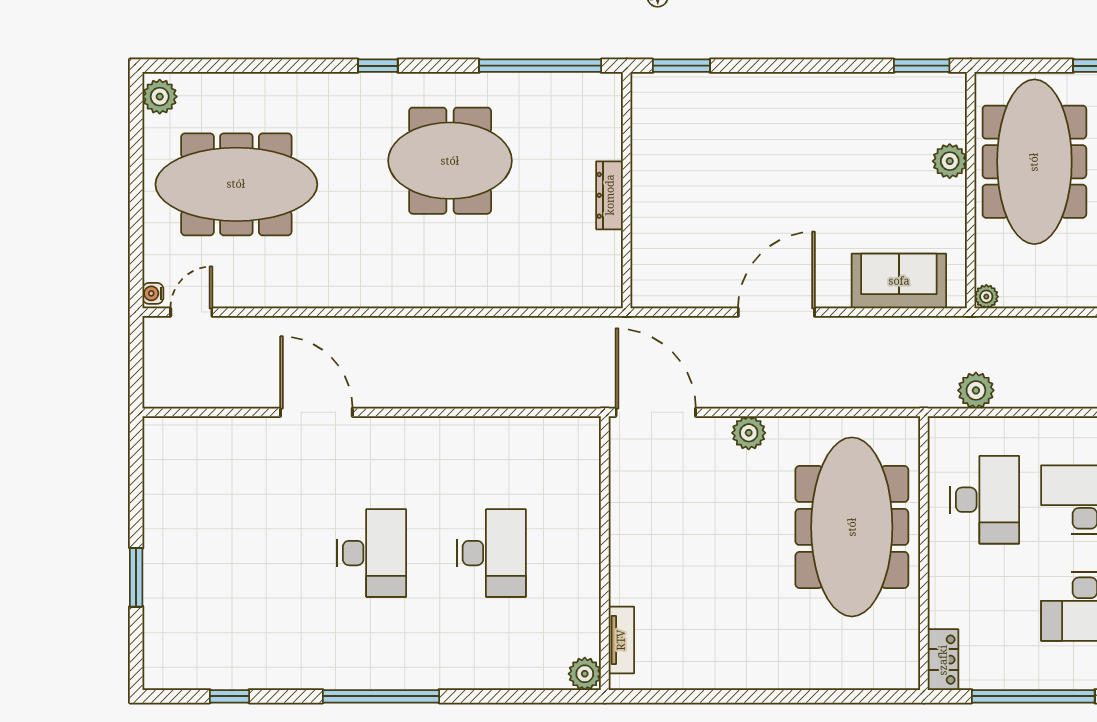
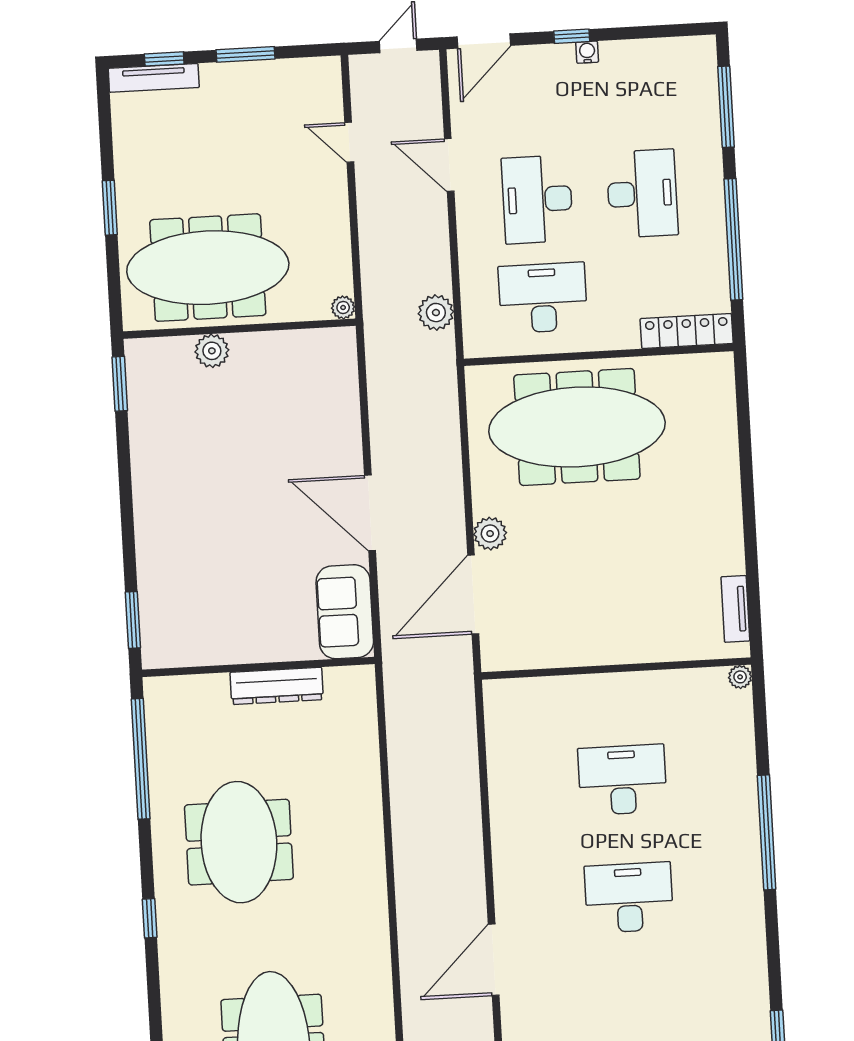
dresser: (610, 195) -> (277, 686), width x1.37, depth x1.24
sofa: (899, 281) -> (345, 612), moved
door: (656, 412) -> (473, 595), moved
tv unit: (621, 640) -> (735, 609), moved, turned -90
locker: (943, 660) -> (687, 331), width x1.53
plant: (585, 674) -> (740, 677), width x0.73, depth x0.73
window: (381, 696) -> (767, 832), moved

